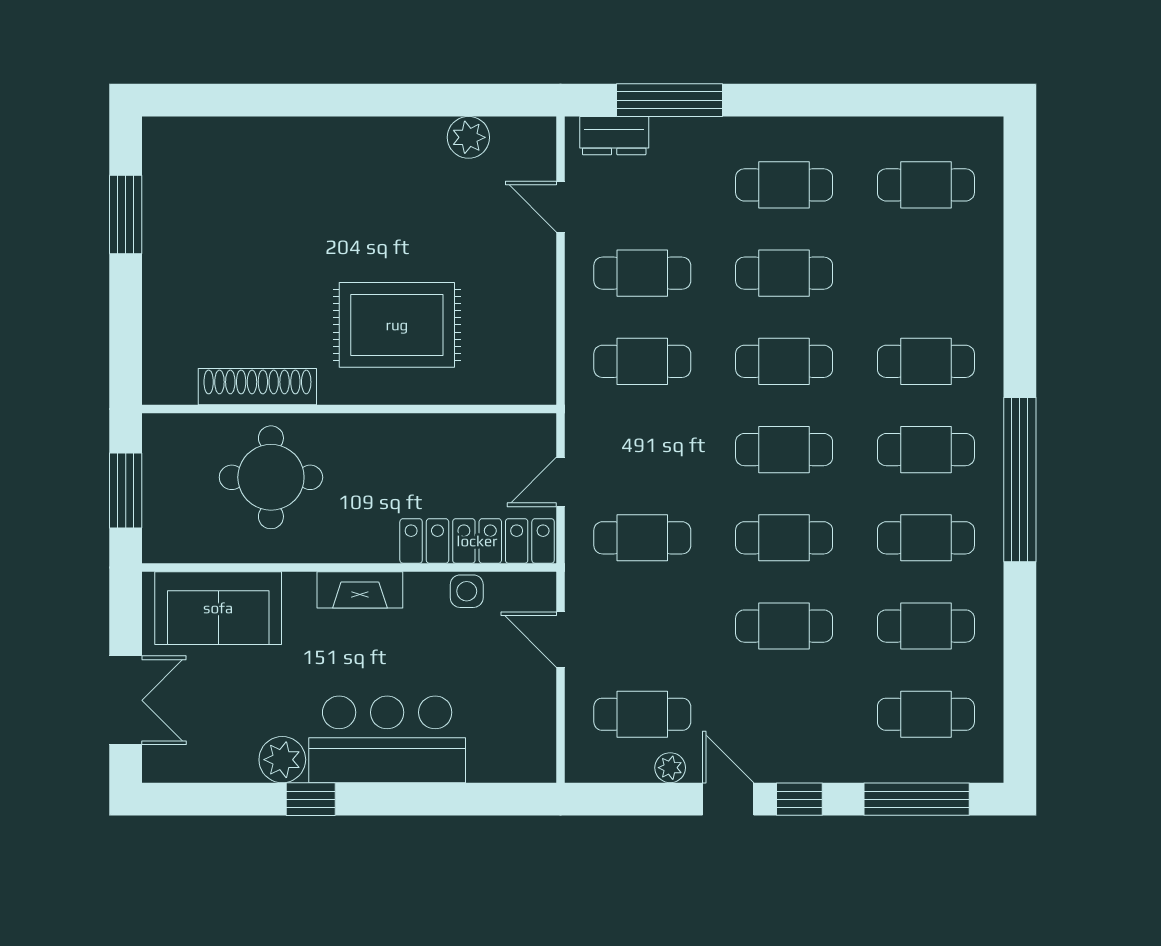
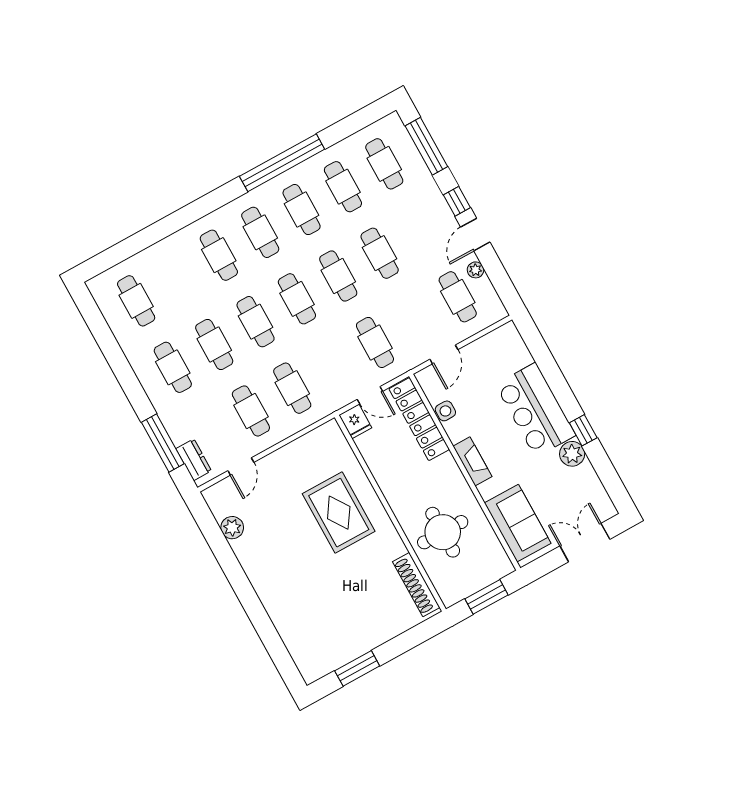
shoe rack: (257, 387) -> (416, 585), moved
fridge: (531, 434) -> (355, 421), added
window: (1020, 480) -> (282, 163), moved

